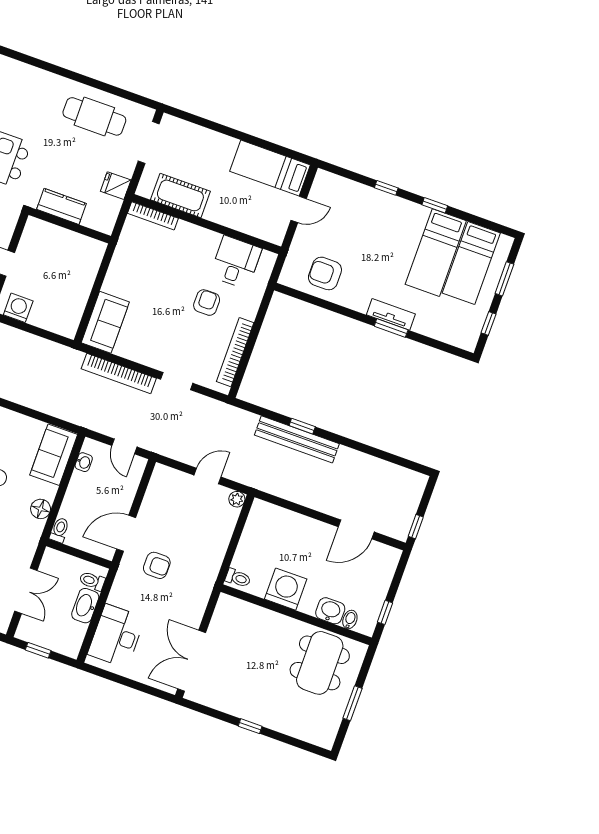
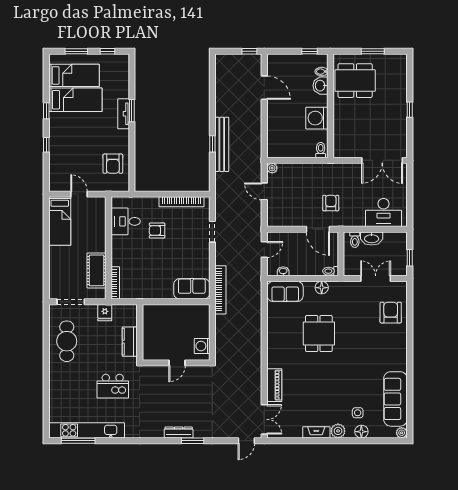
bookcase: (119, 374) -> (220, 290), moved

